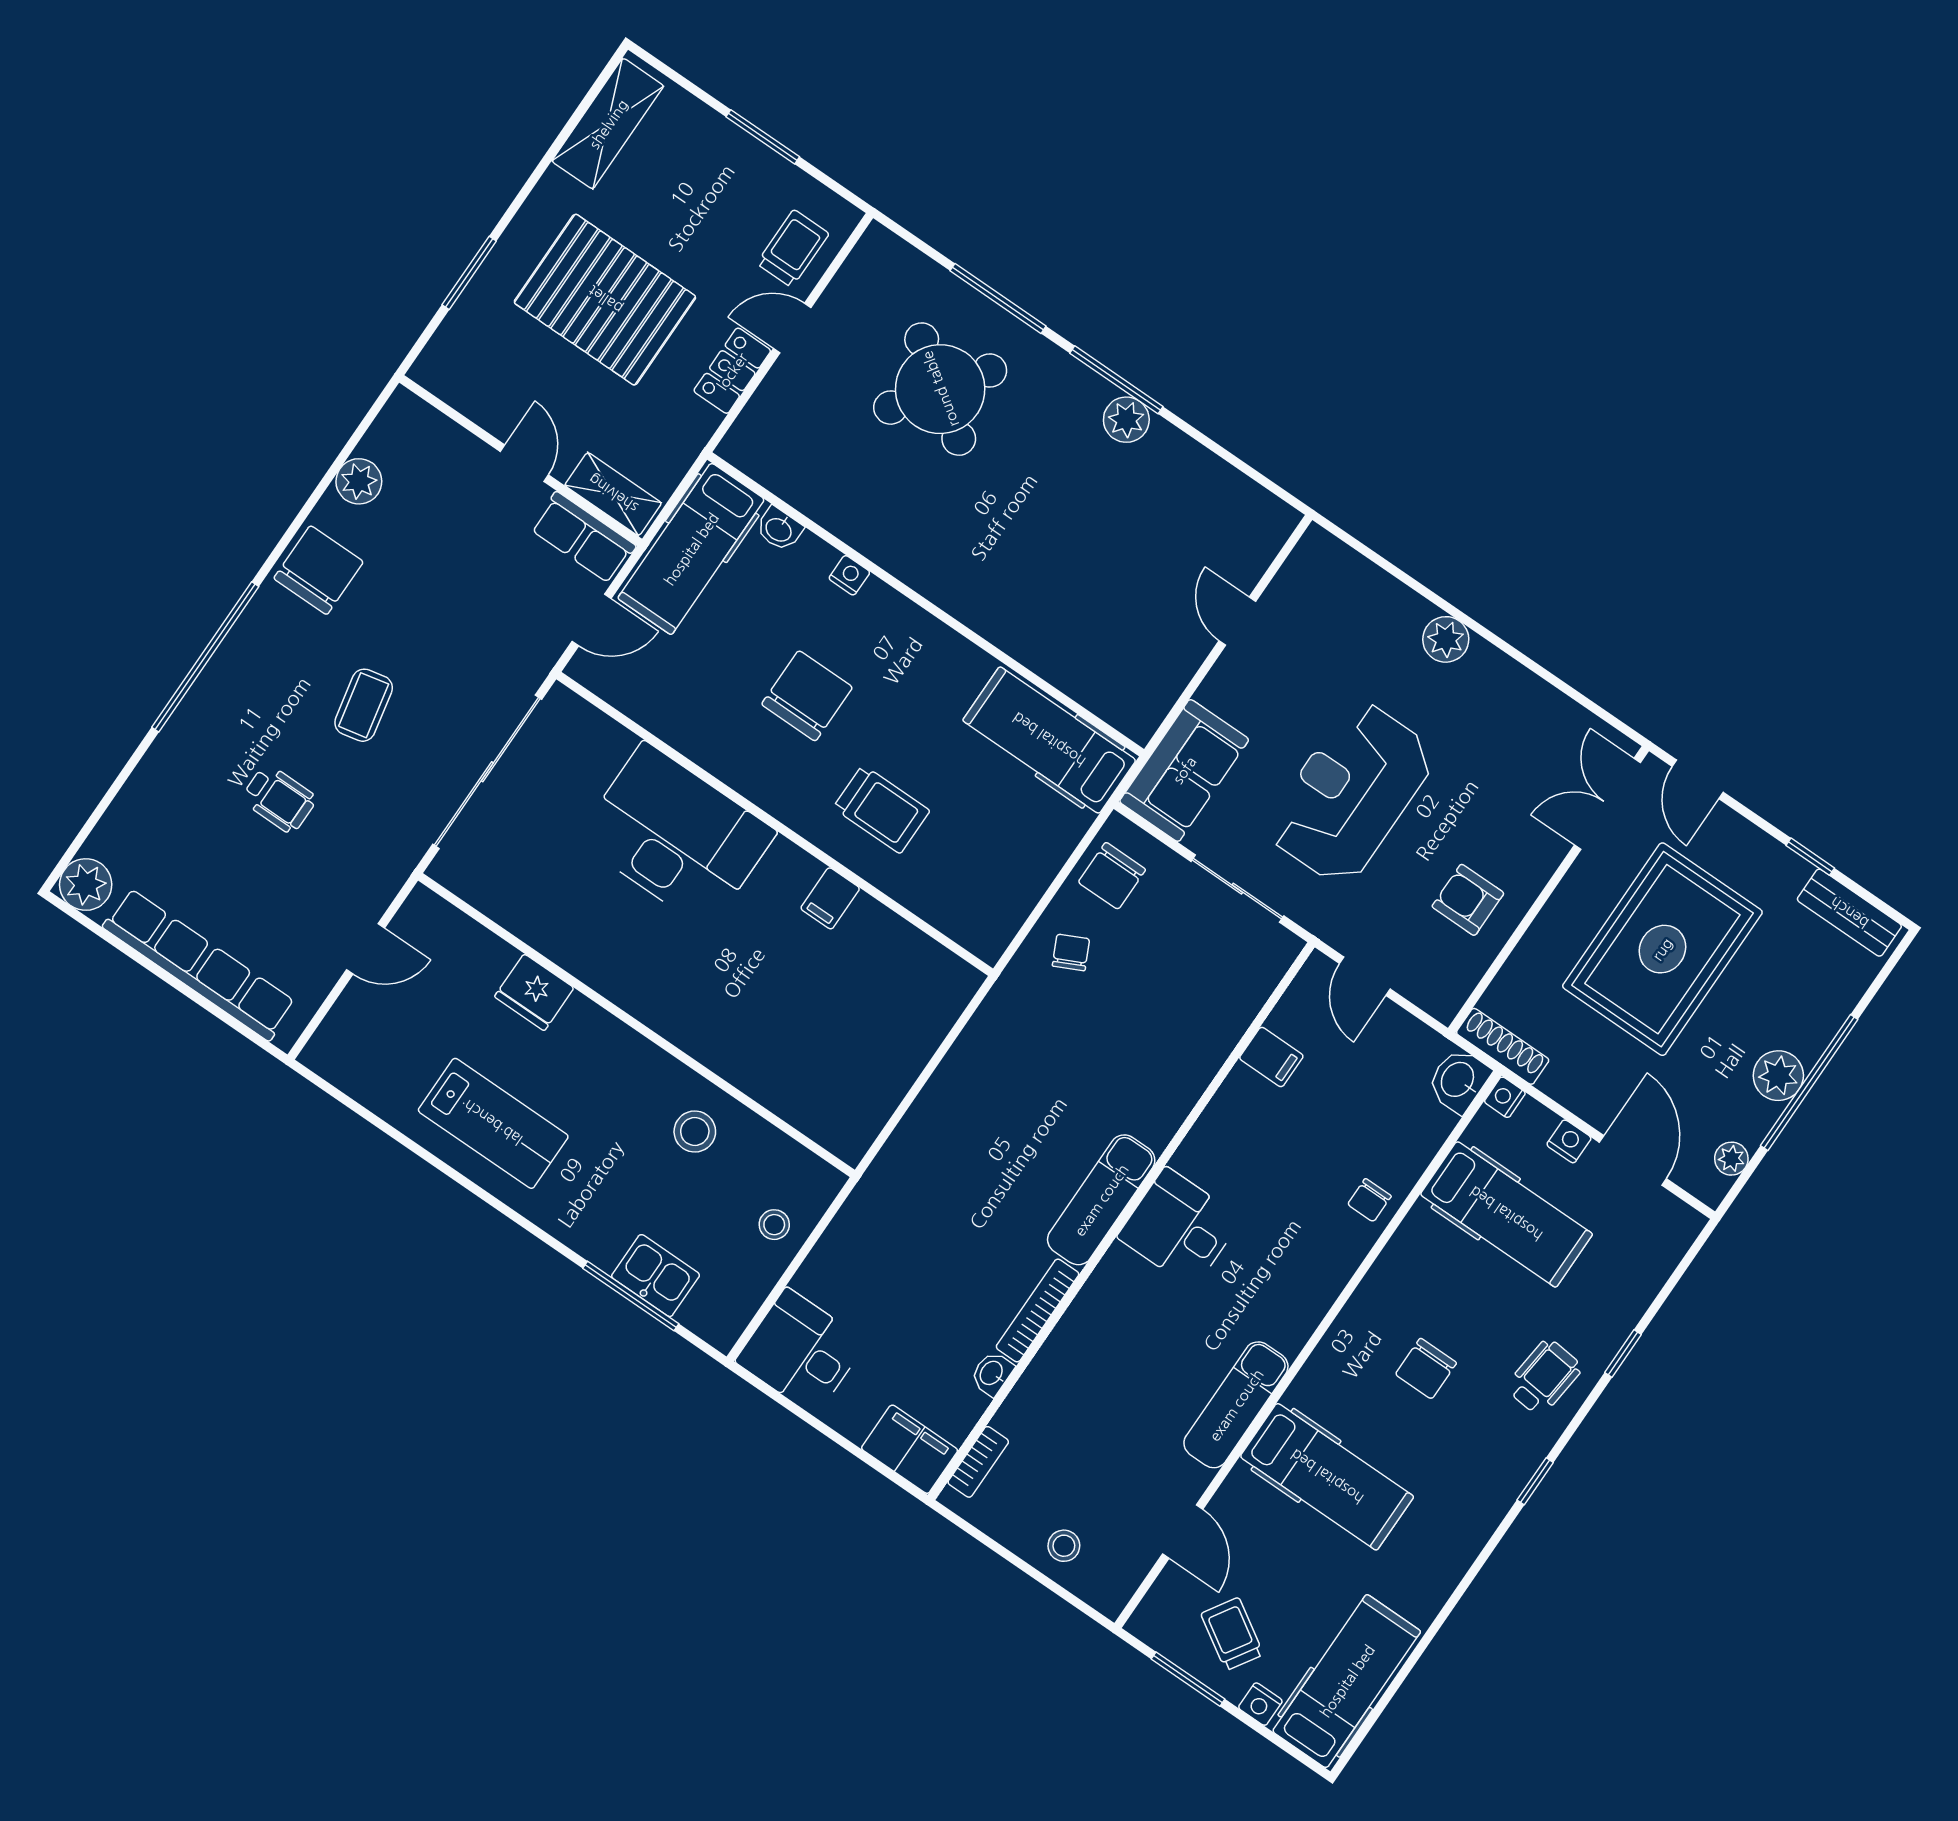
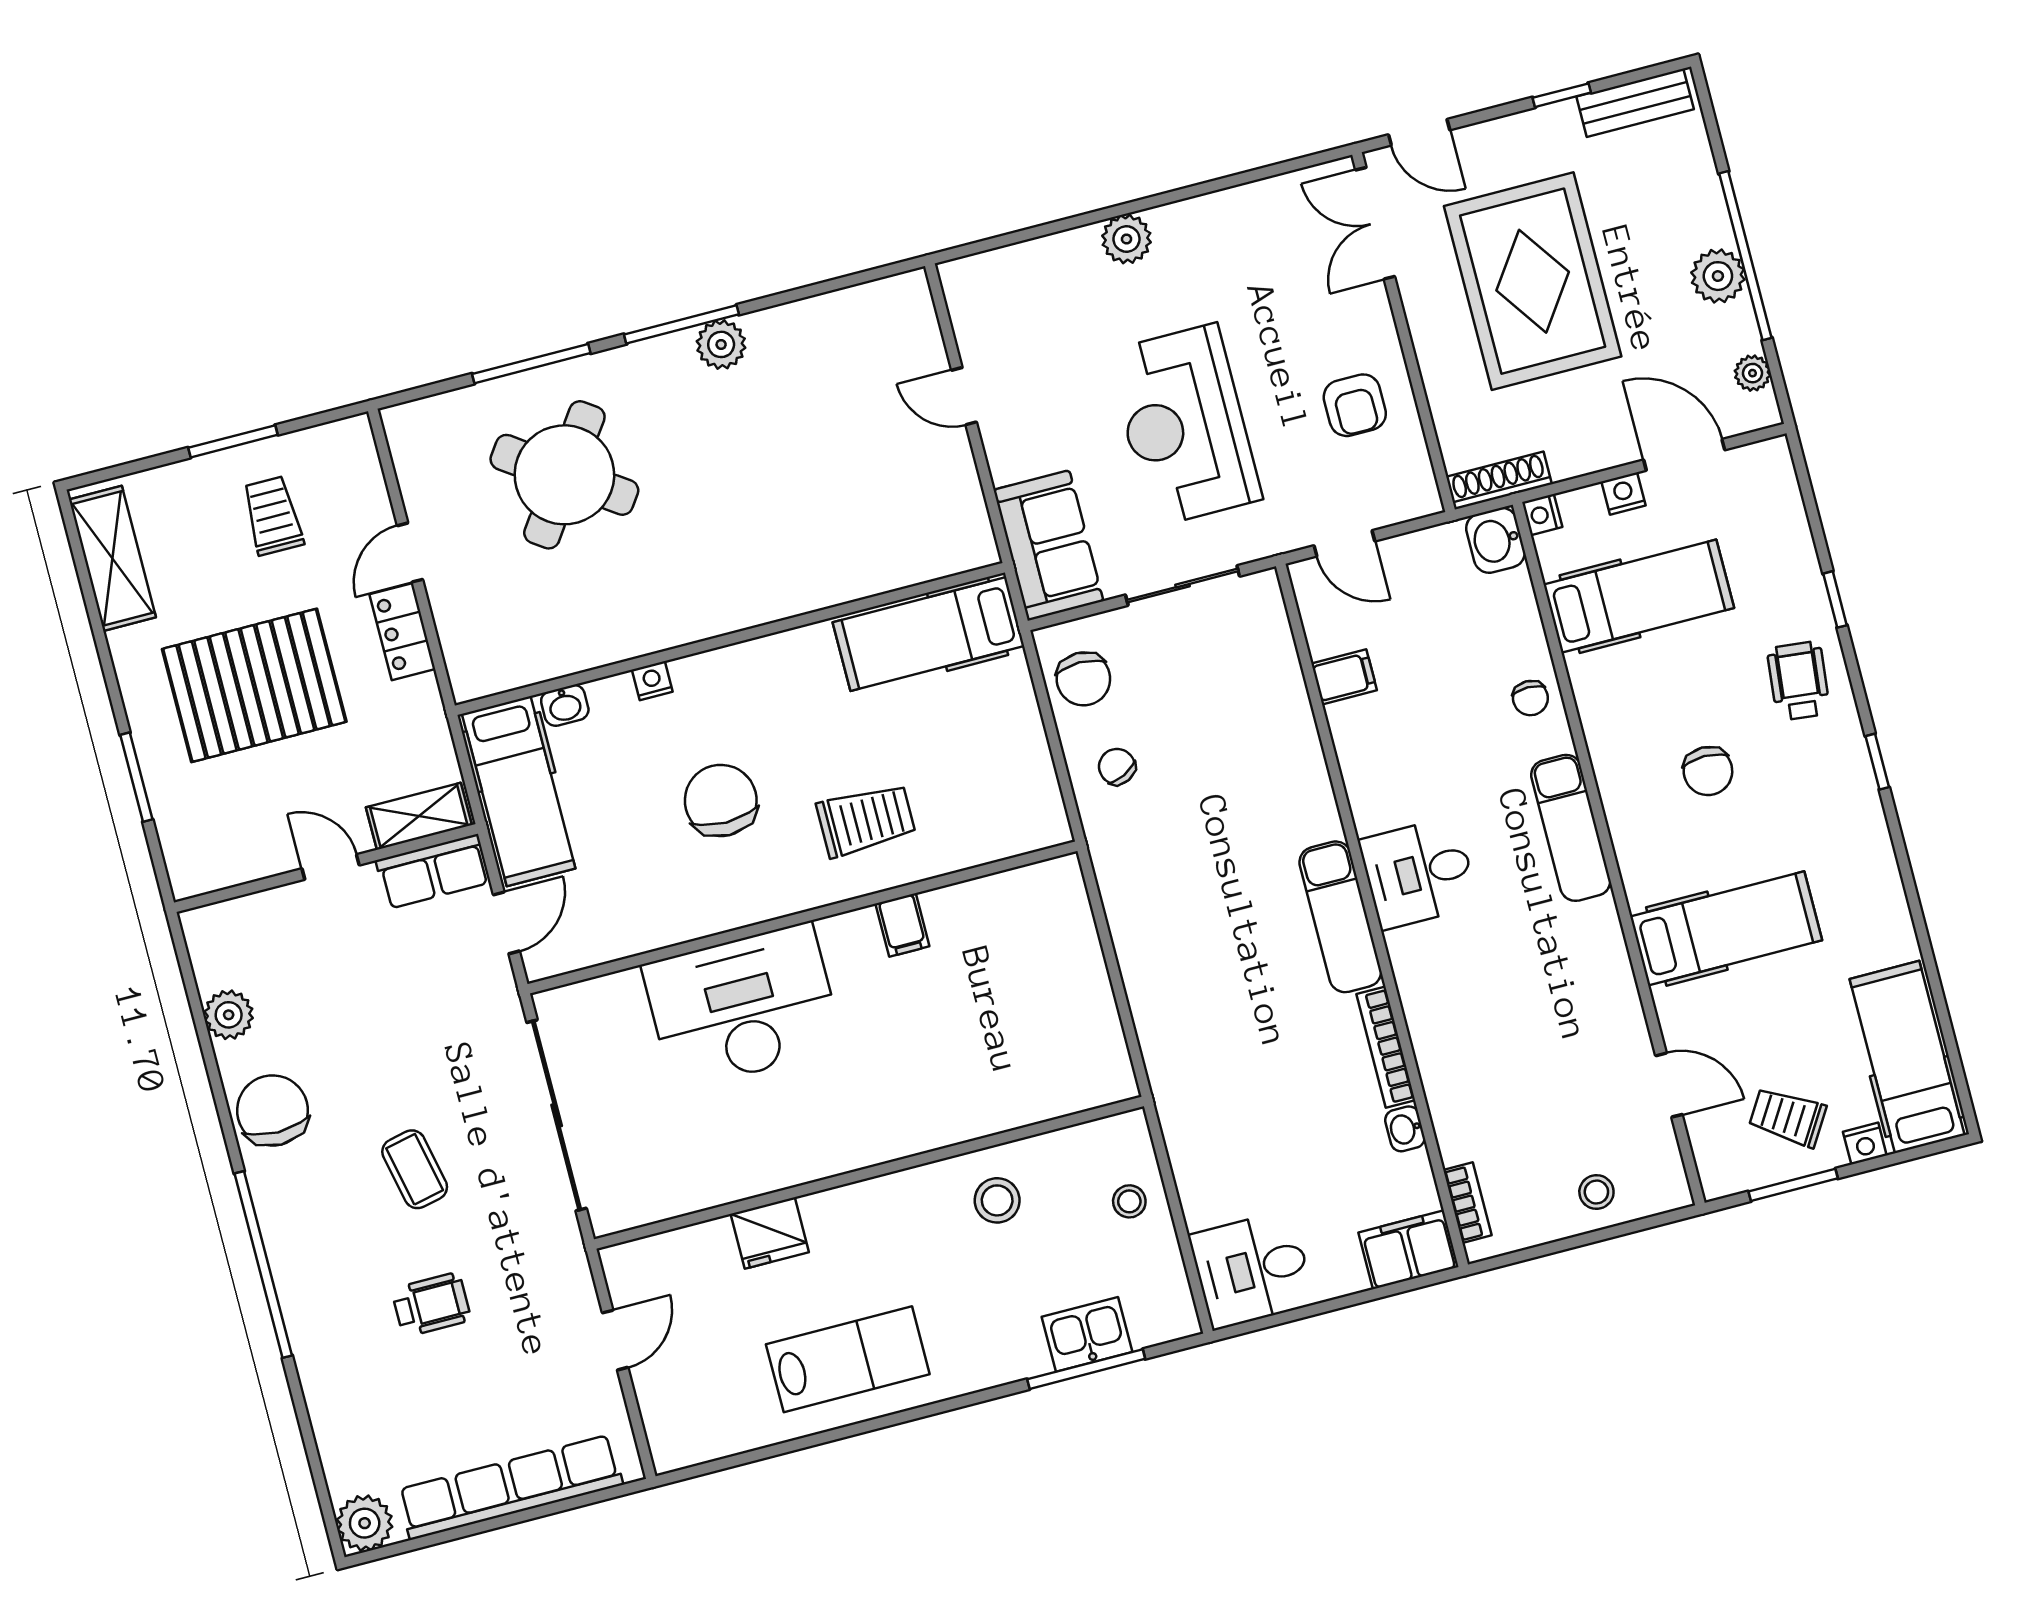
trolley: (793, 248) -> (273, 516), moved
armchair: (1468, 900) -> (1355, 405), turned -90
exam couch: (1236, 1405) -> (1571, 828), moved

